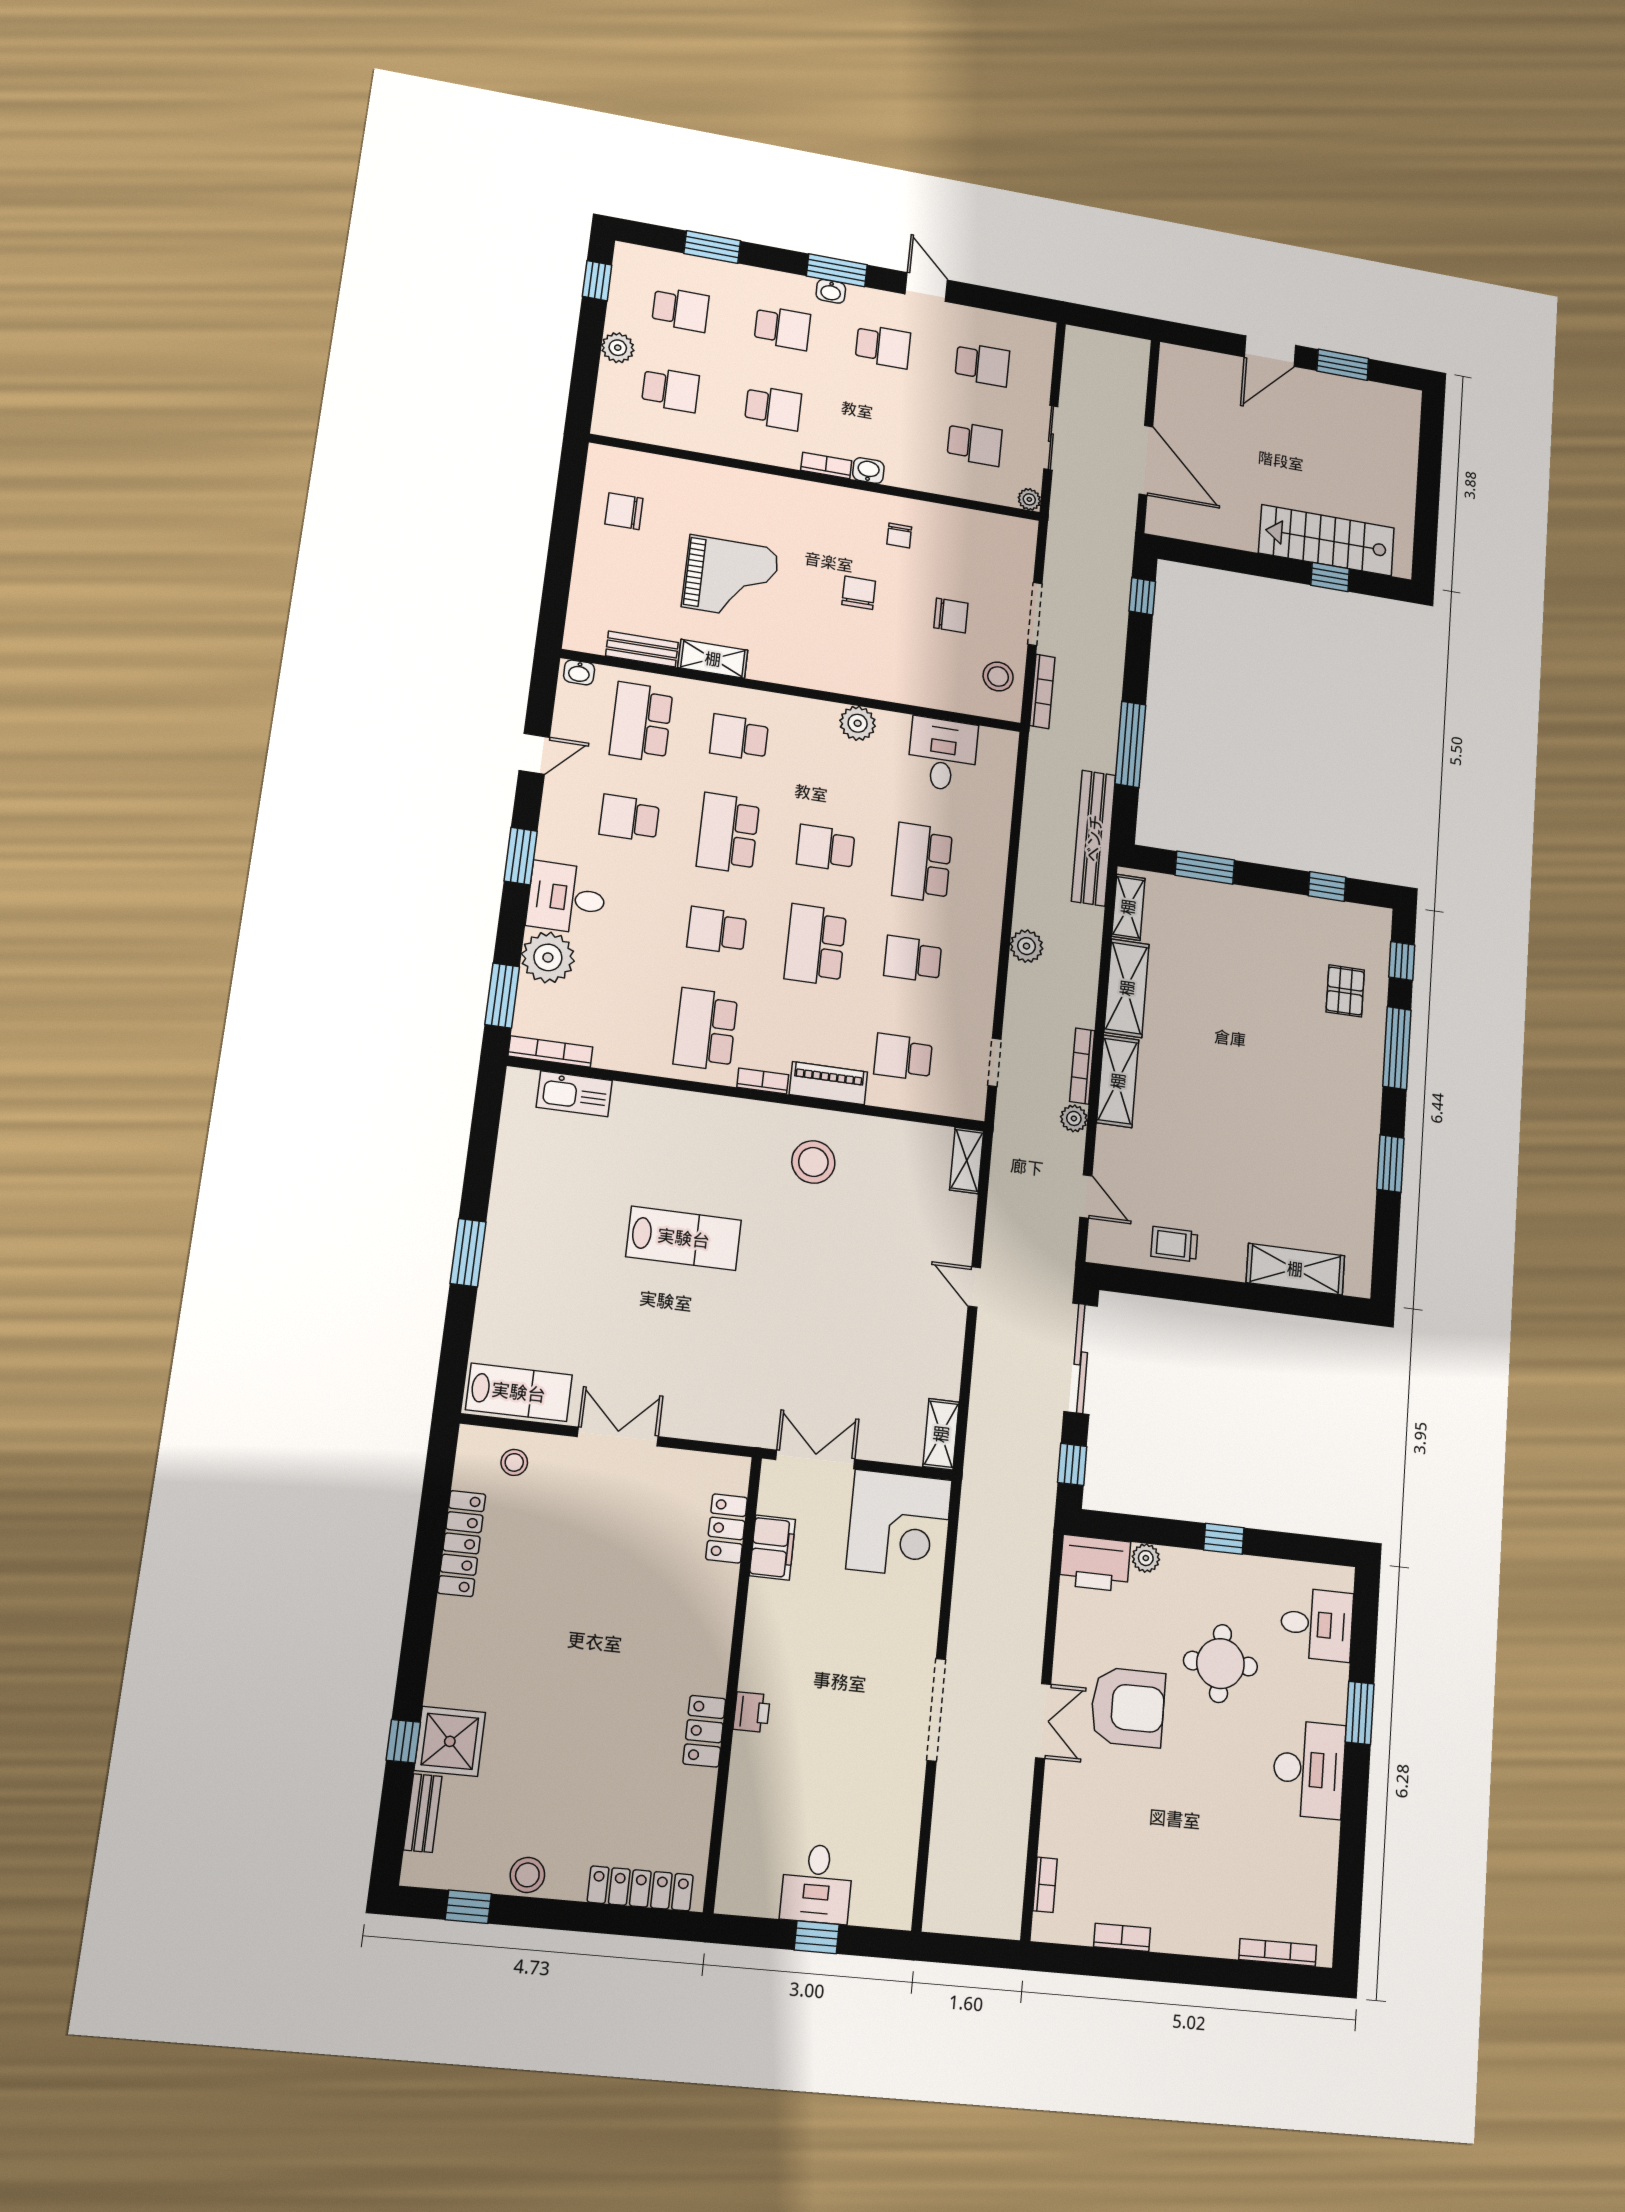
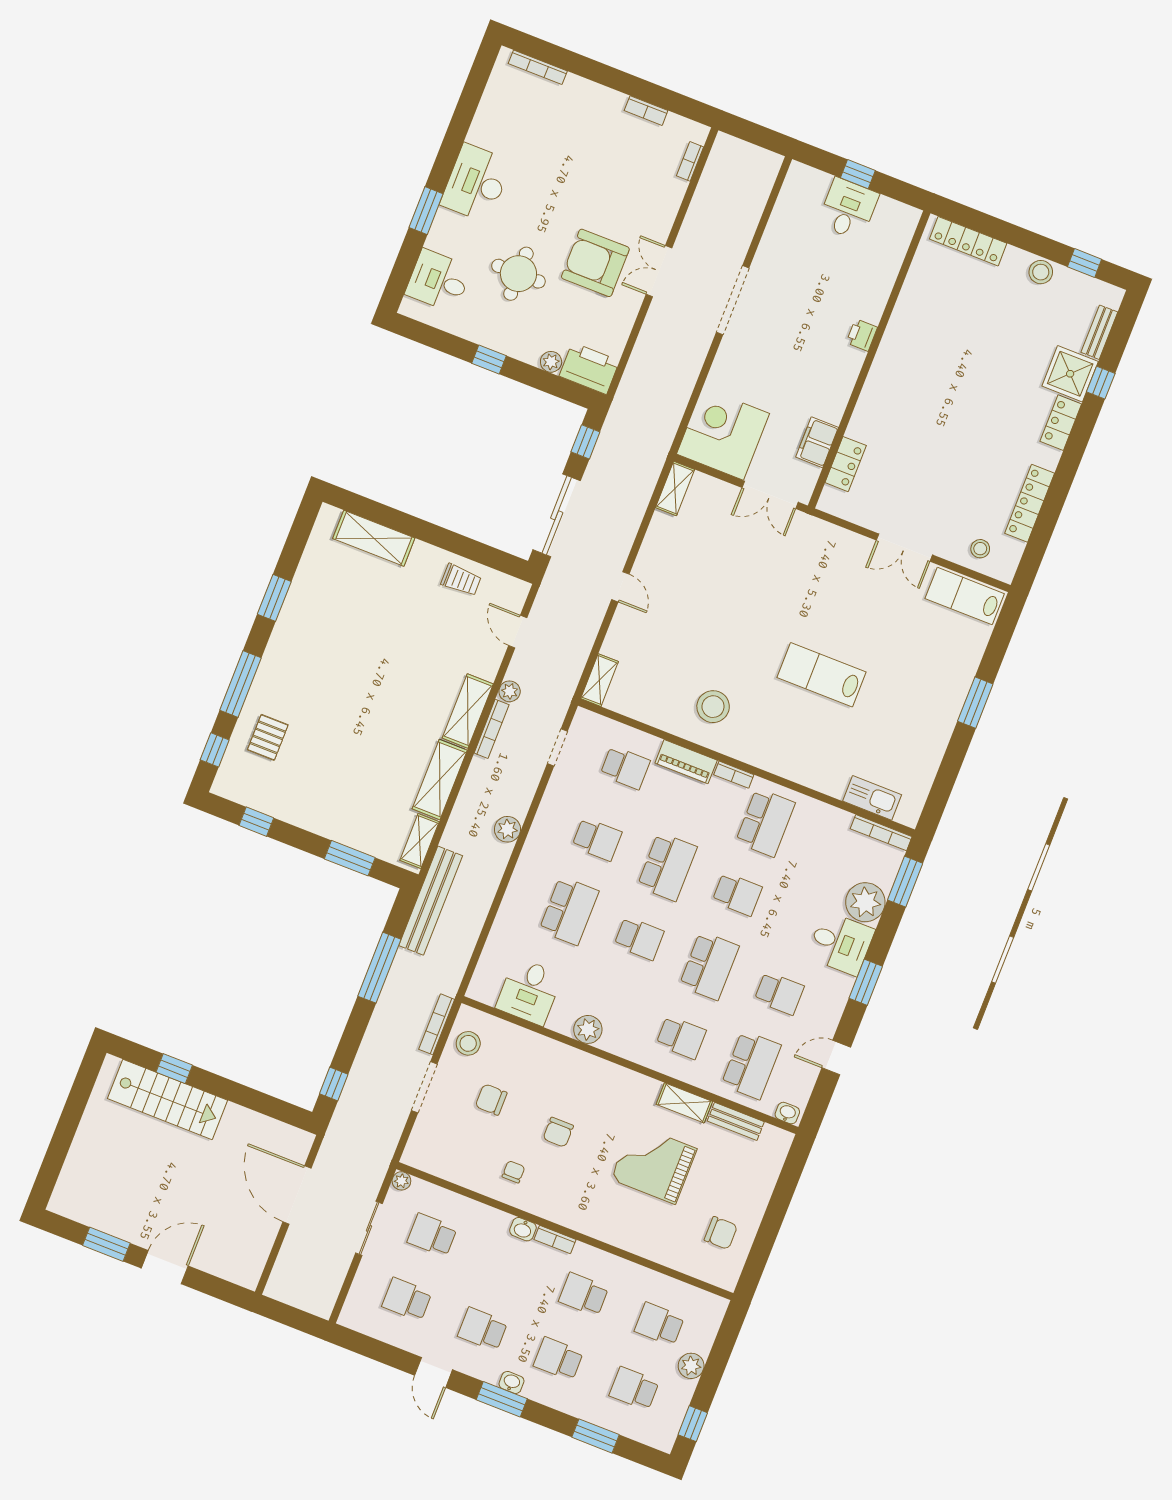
locker: (704, 1731) -> (1061, 423), moved, turned 180

